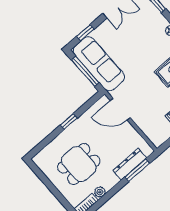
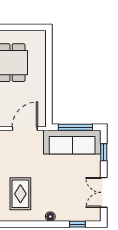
window: (69, 122) -> (49, 83), removed

